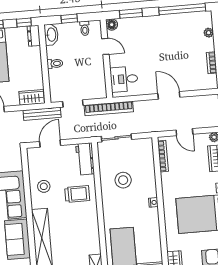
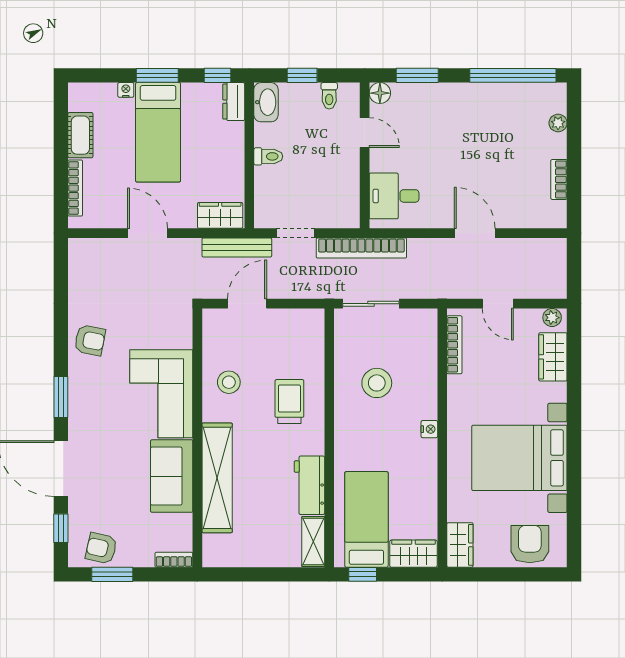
workbench: (85, 159) -> (309, 485), moved
trolley: (77, 194) -> (289, 402), turned -90

